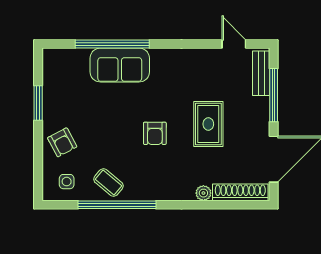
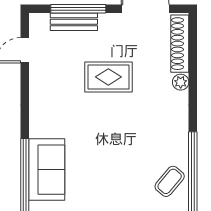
bench: (261, 73) -> (74, 22), moved
armchair: (155, 133) -> (118, 133), removed

